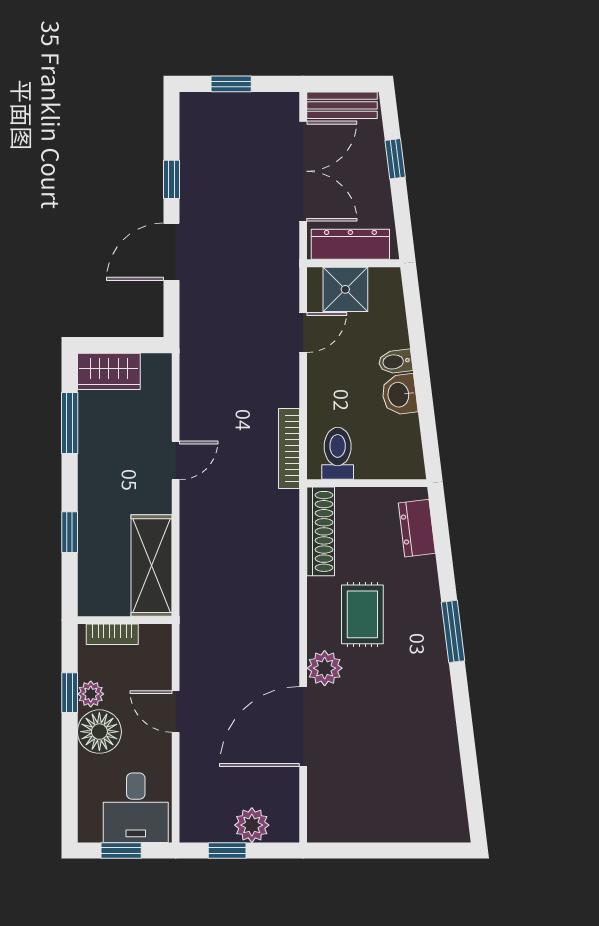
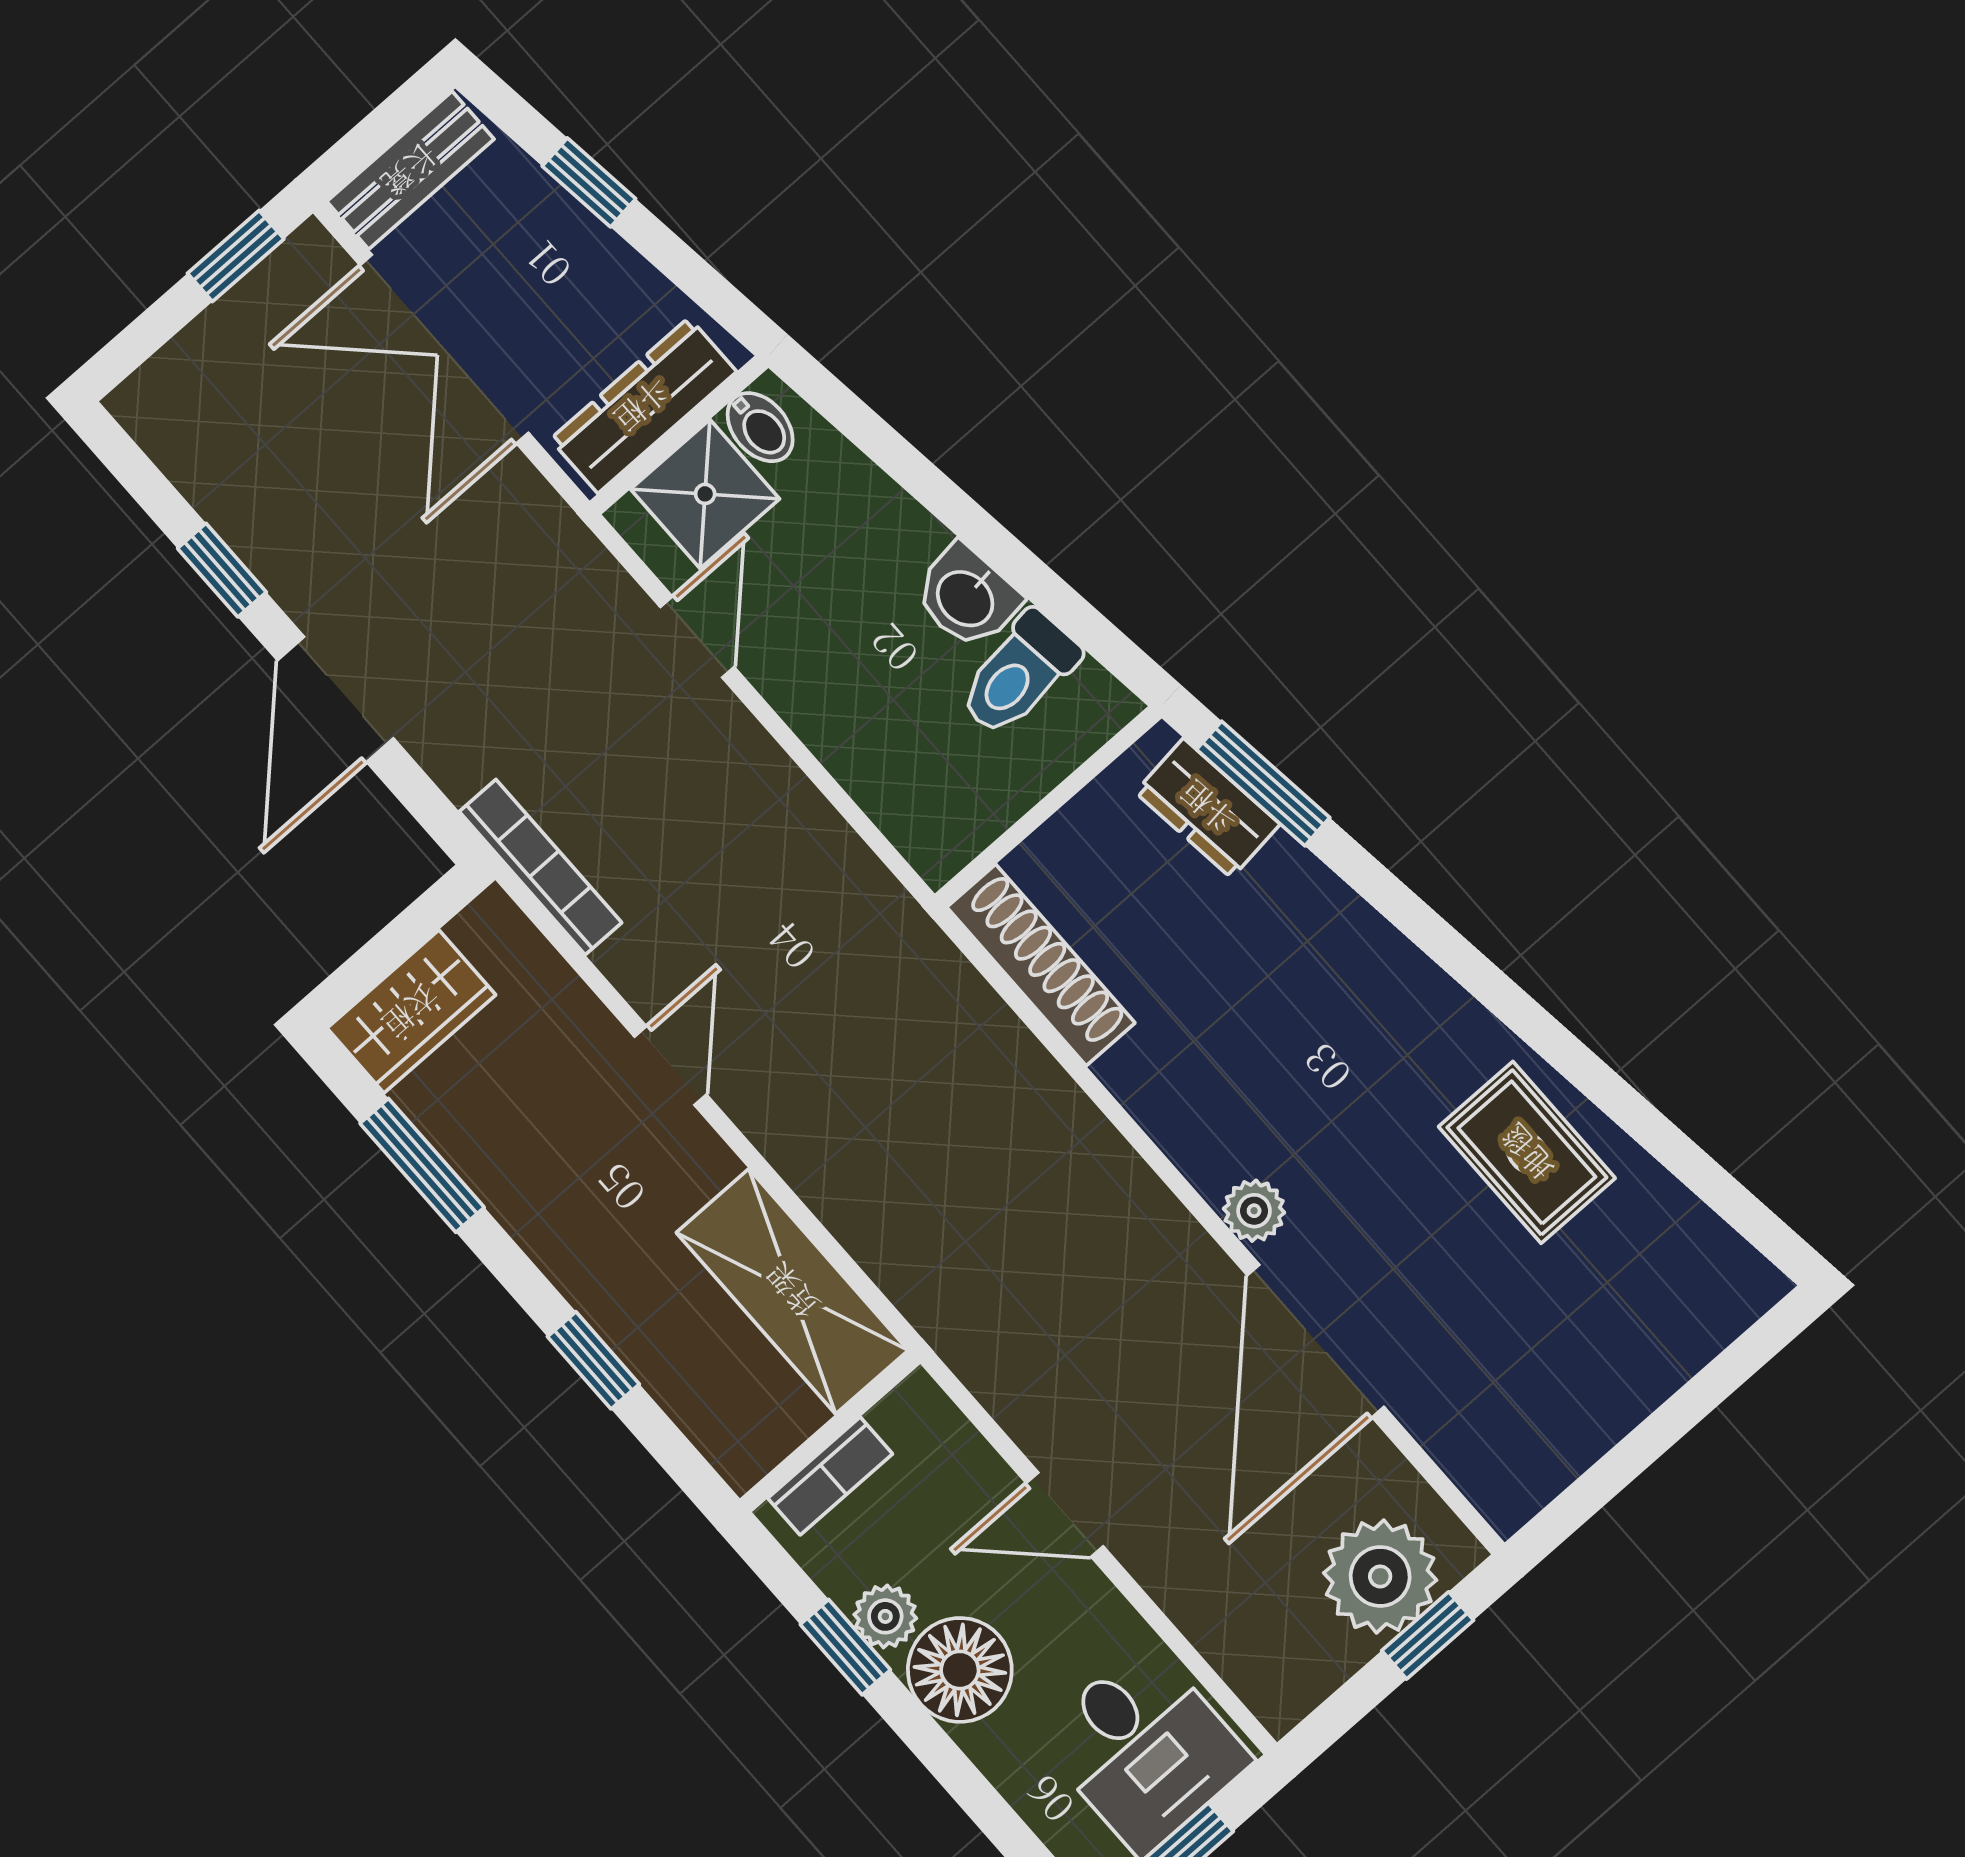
window: (231, 84) -> (236, 256), moved
double door: (303, 171) -> (444, 349), swing flipped
bidet: (395, 362) -> (760, 427), moved, turned -83
bookcase: (289, 449) -> (541, 867), moved, turned 180
toilet: (338, 453) -> (1019, 674), moved, turned -97
rug: (362, 614) -> (1527, 1152), moved
window: (453, 631) -> (1263, 784), moved
plant: (325, 668) -> (1254, 1211), width x0.73, depth x0.73
plant: (252, 825) -> (1380, 1576), width x1.36, depth x1.36
window: (227, 851) -> (1428, 1635), moved

